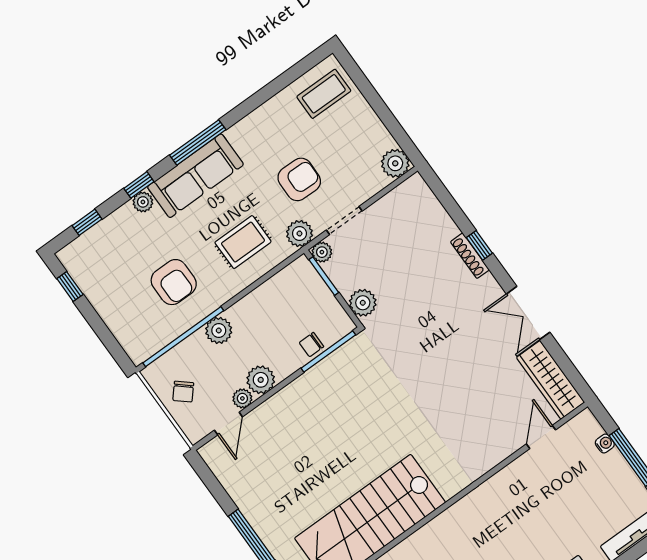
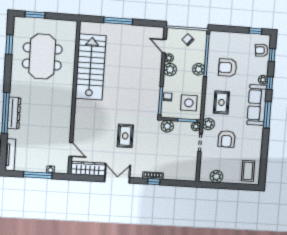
plant: (395, 163) -> (216, 176), moved
armchair: (94, 248) -> (262, 50), added
side table: (291, 299) -> (189, 103), added
rug: (440, 362) -> (125, 136), added

